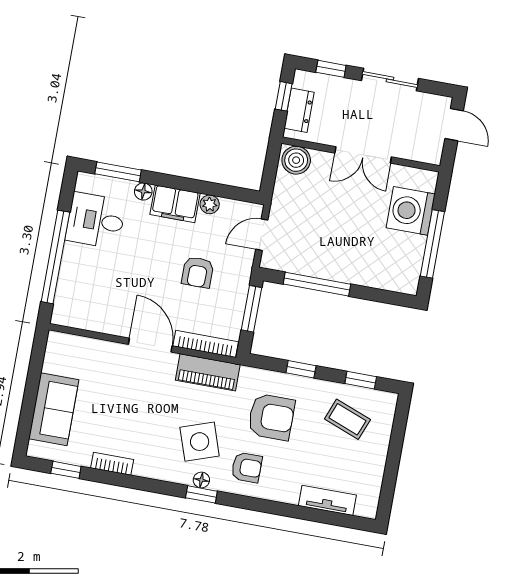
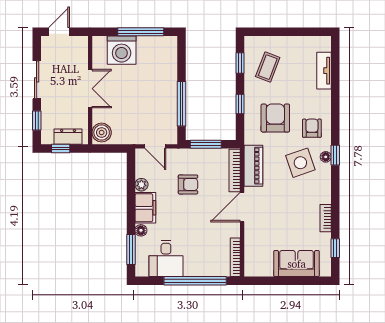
bookcase: (79, 322) -> (235, 257), added

